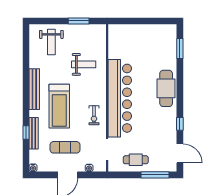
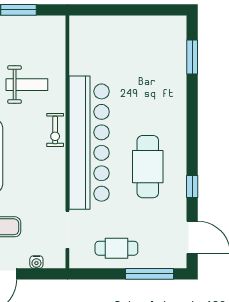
cafe table: (166, 88) -> (148, 167), moved
exercise bike: (94, 115) -> (55, 130), moved

